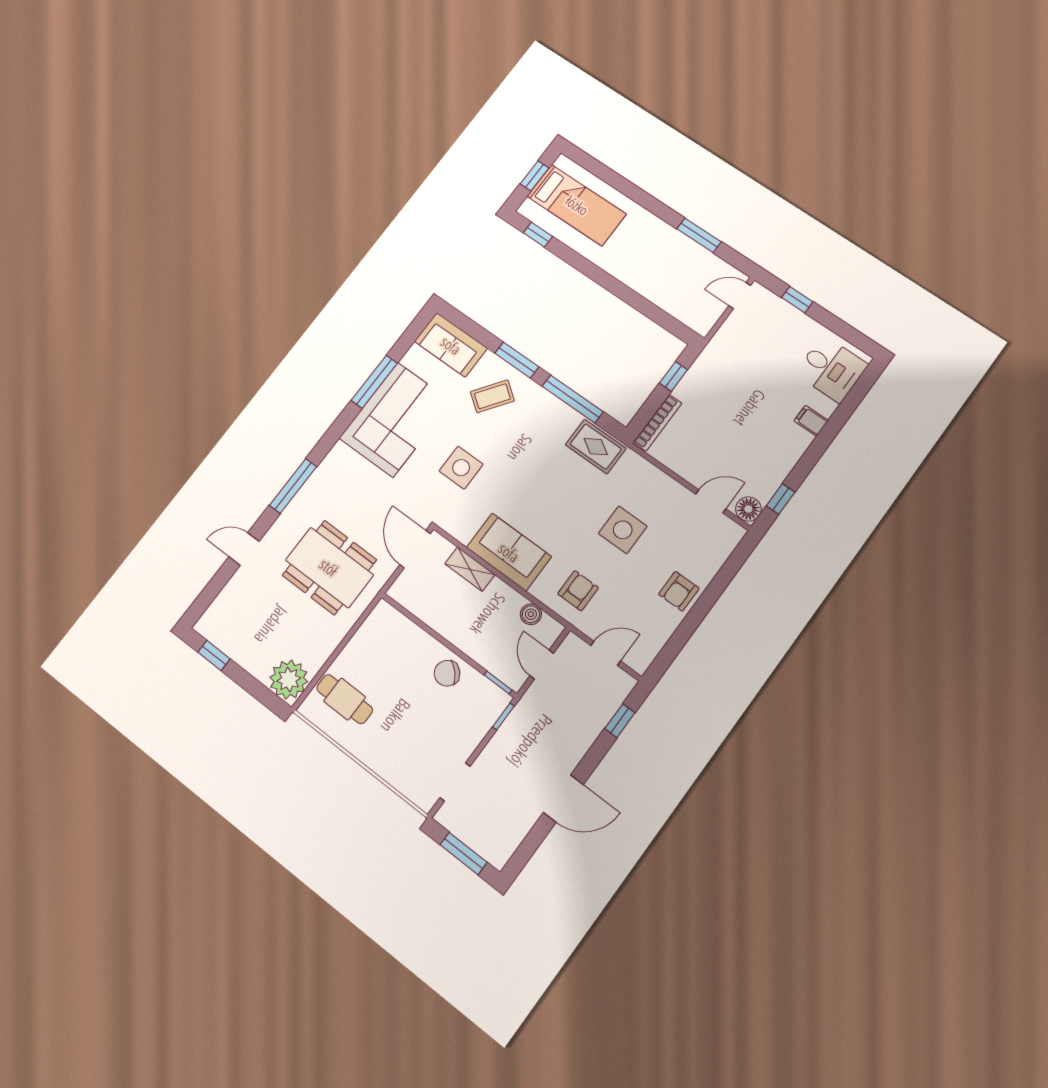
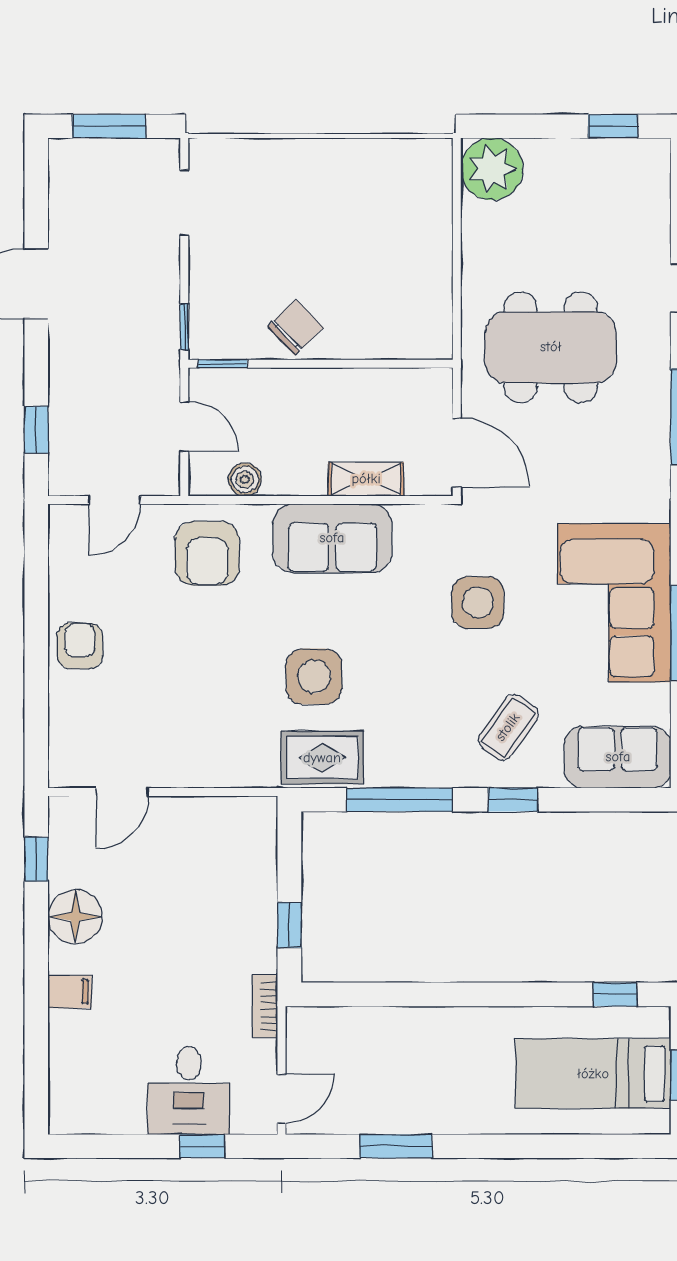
window: (517, 360) -> (513, 800), width x0.67
desk: (831, 369) -> (189, 1090), moved, turned -90
bookcase: (658, 423) -> (265, 1006), moved, width x0.64
floor lamp: (748, 509) -> (75, 917), moved, width x1.38, depth x1.38
side table: (623, 530) -> (314, 677), moved
armchair: (578, 591) -> (207, 553), width x1.38, depth x1.38
cafe table: (345, 699) -> (401, 199), removed

